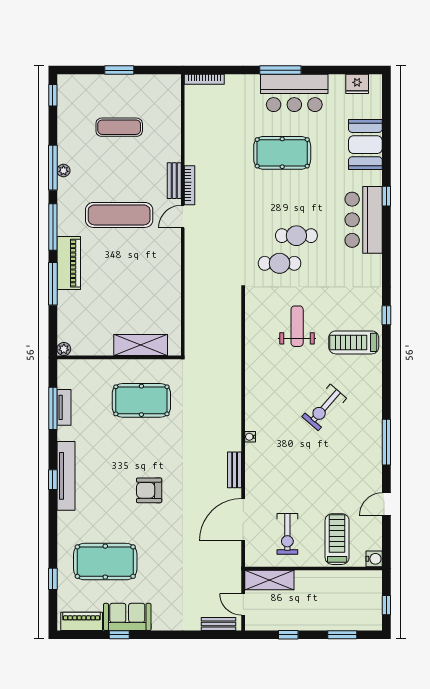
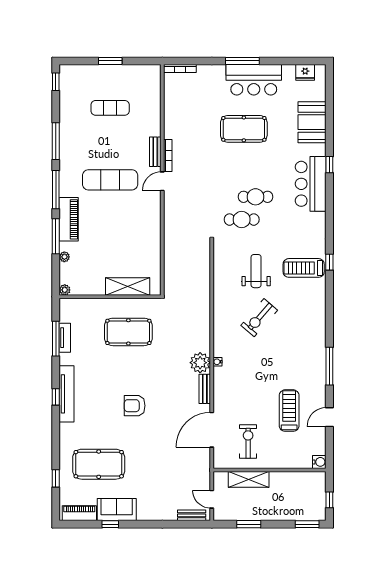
plant: (63, 171) -> (64, 257), moved
treadmill: (354, 342) -> (304, 268), moved
exercise bike: (324, 407) -> (259, 318), moved
plant: (229, 438) -> (200, 363), added
exercise bike: (287, 534) -> (248, 441), turned 180
treadmill: (337, 539) -> (289, 411), moved
shelving: (269, 580) -> (249, 479), moved
window: (288, 635) -> (249, 524), width x1.50
window: (342, 635) -> (307, 524), moved

